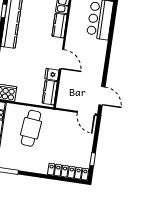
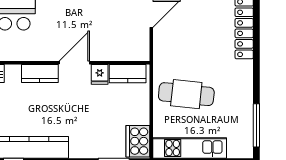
kitchen counter: (60, 26) -> (40, 74), moved

